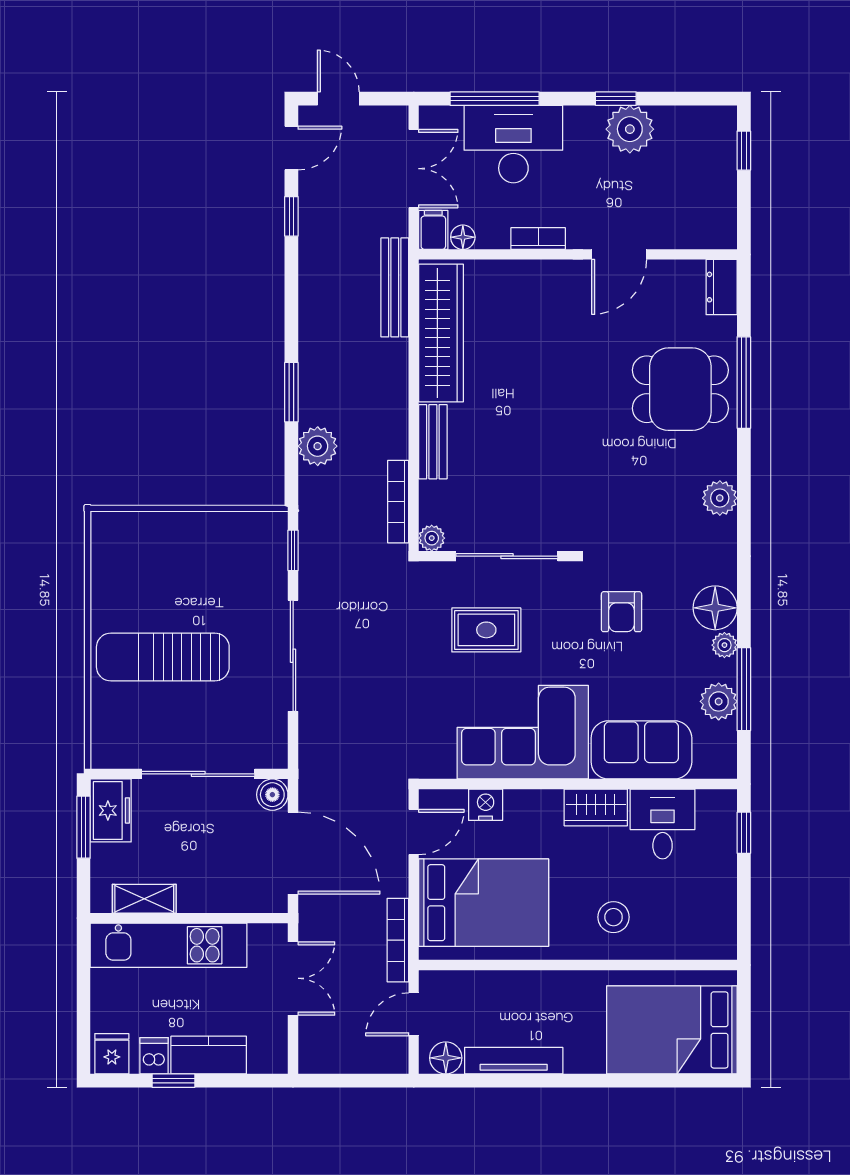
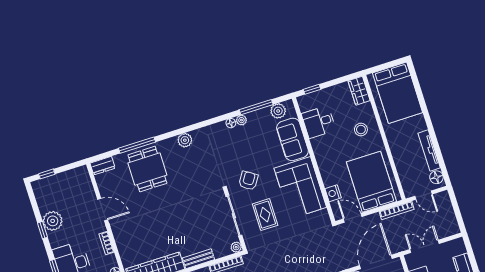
floor lamp: (715, 608) -> (231, 123), width x0.53, depth x0.53
armchair: (622, 612) -> (248, 181), moved, turned -57
plant: (719, 701) -> (278, 111), moved
wardrobe: (596, 807) -> (359, 91), moved, turned 180

